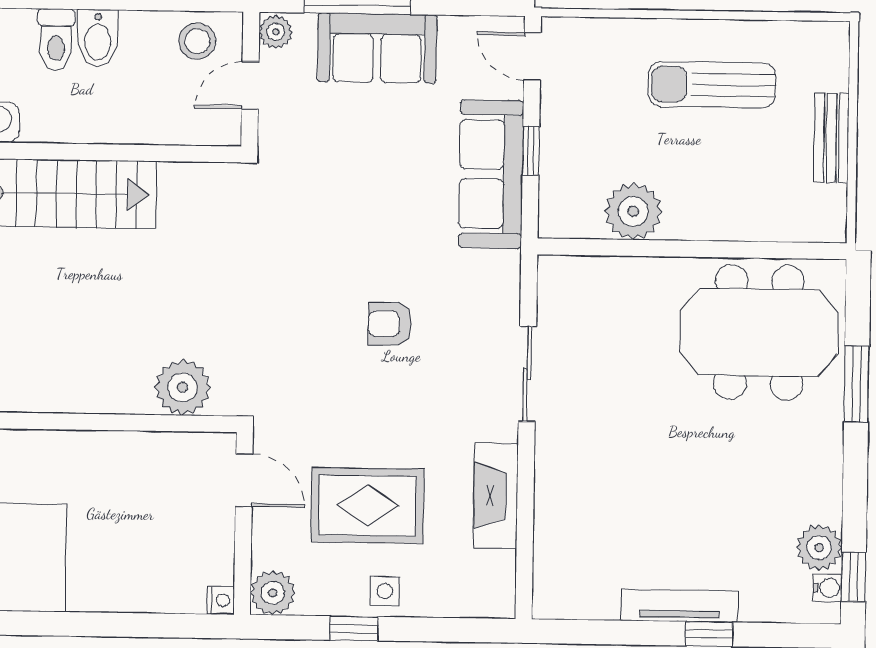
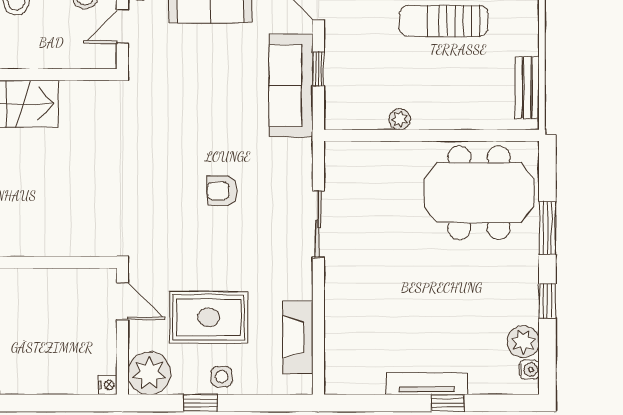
bench: (831, 138) -> (527, 88), moved
plant: (633, 211) -> (399, 119), width x0.53, depth x0.53
plant: (183, 387) -> (79, 237), removed
fireplace: (496, 496) -> (298, 337), moved
window: (854, 577) -> (547, 301), moved
plant: (273, 593) -> (149, 373), width x1.36, depth x1.36

